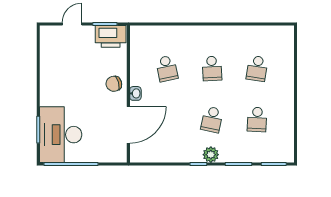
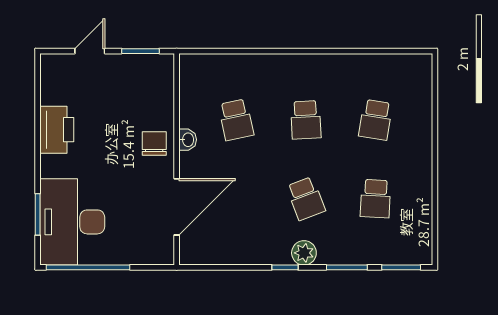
printer: (111, 36) -> (57, 130), moved, turned -90
chair: (114, 84) -> (154, 143), turned 105
washbasin: (135, 93) -> (188, 140), moved
school desk: (212, 119) -> (306, 199), turned -33

